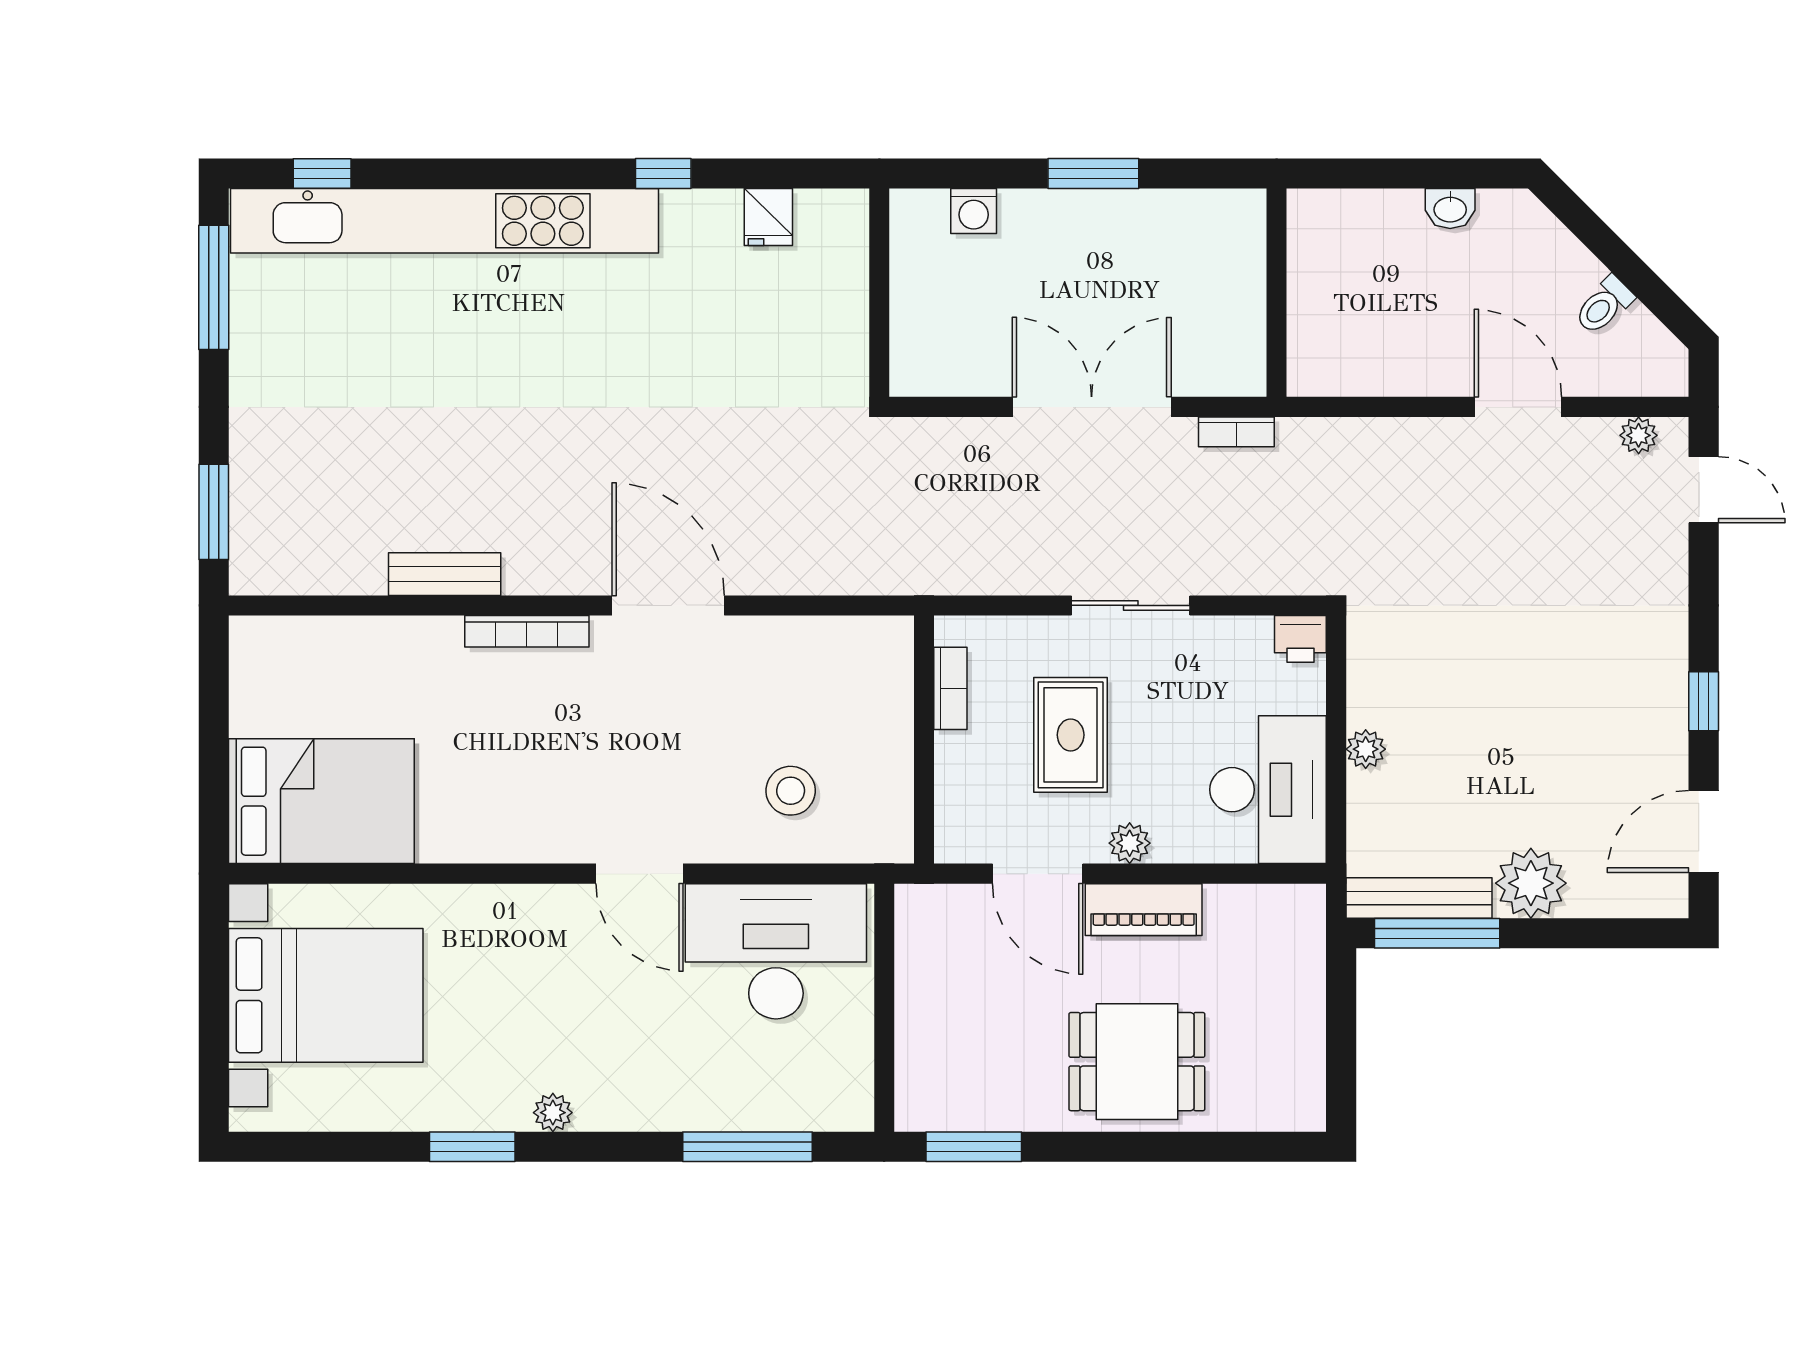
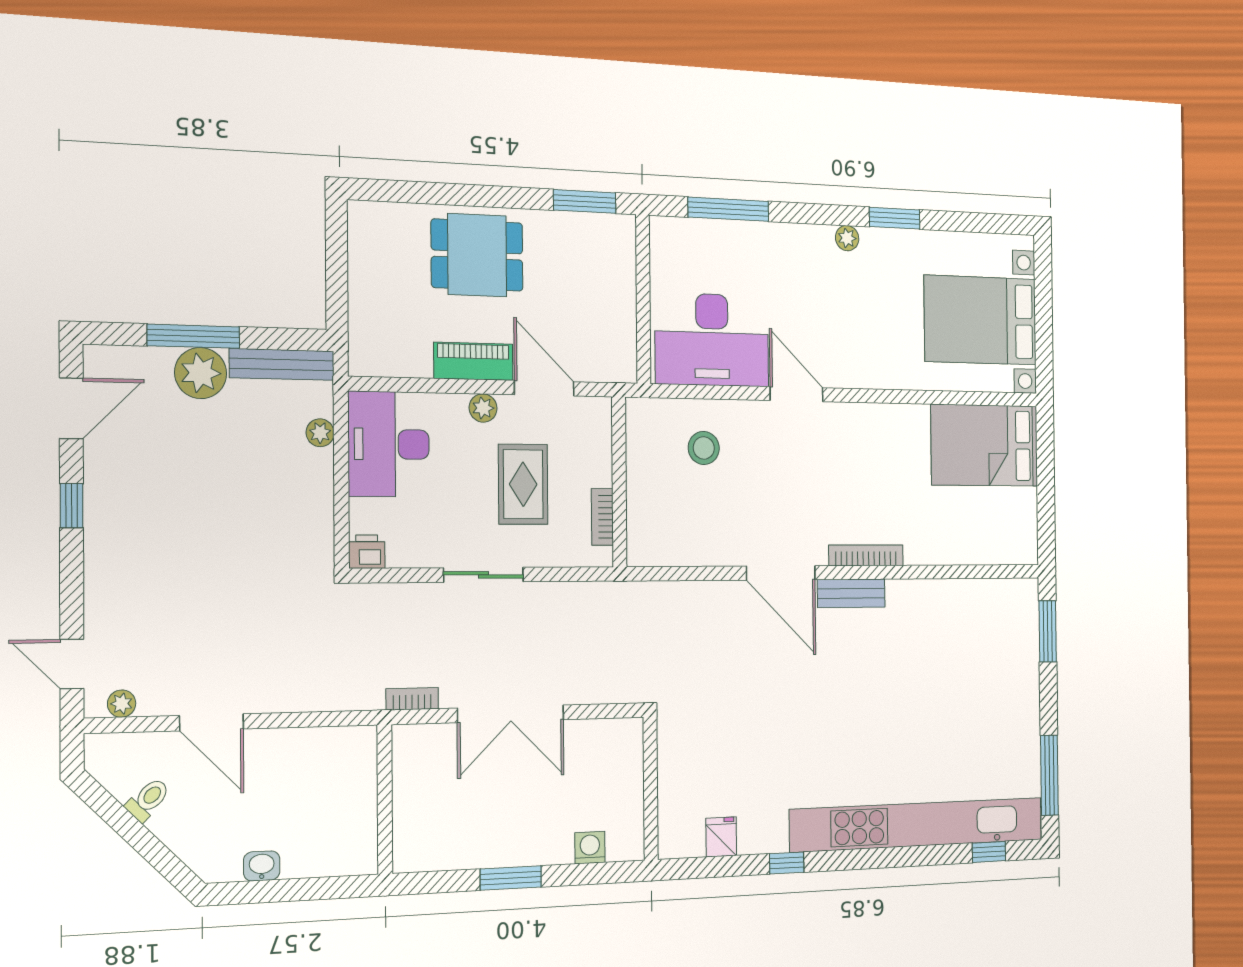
bench: (445, 574) -> (851, 593), moved
plant: (1366, 749) -> (320, 433), moved
window: (1437, 933) -> (194, 336), moved

